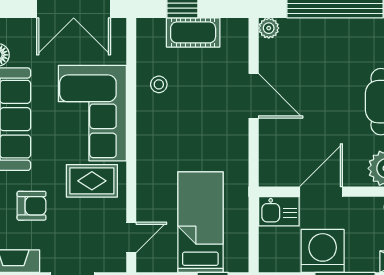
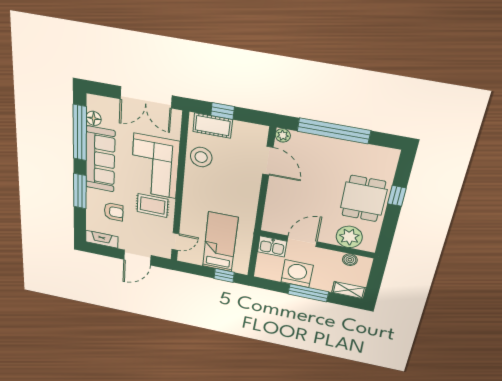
cot: (193, 32) -> (213, 126), moved
stool: (159, 84) -> (201, 157), width x1.89, depth x1.89
door: (254, 96) -> (268, 161), moved

